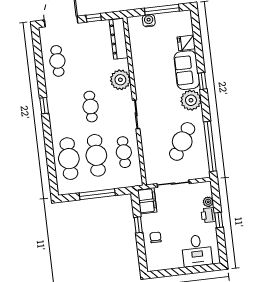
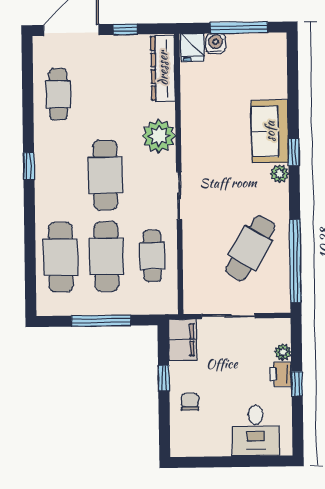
fridge: (186, 43) -> (192, 47), moved, turned -90
plant: (191, 100) -> (280, 174), width x0.53, depth x0.53
cafe table: (91, 107) -> (105, 175), width x1.37, depth x1.35

